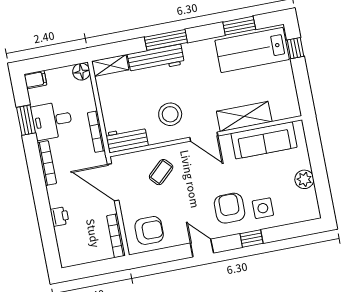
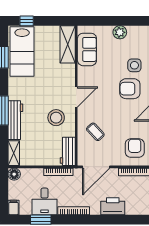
shelving: (244, 116) -> (68, 44), moved
sofa: (264, 140) -> (87, 49), width x0.73
printer: (60, 216) -> (113, 206), width x1.87, depth x1.48

